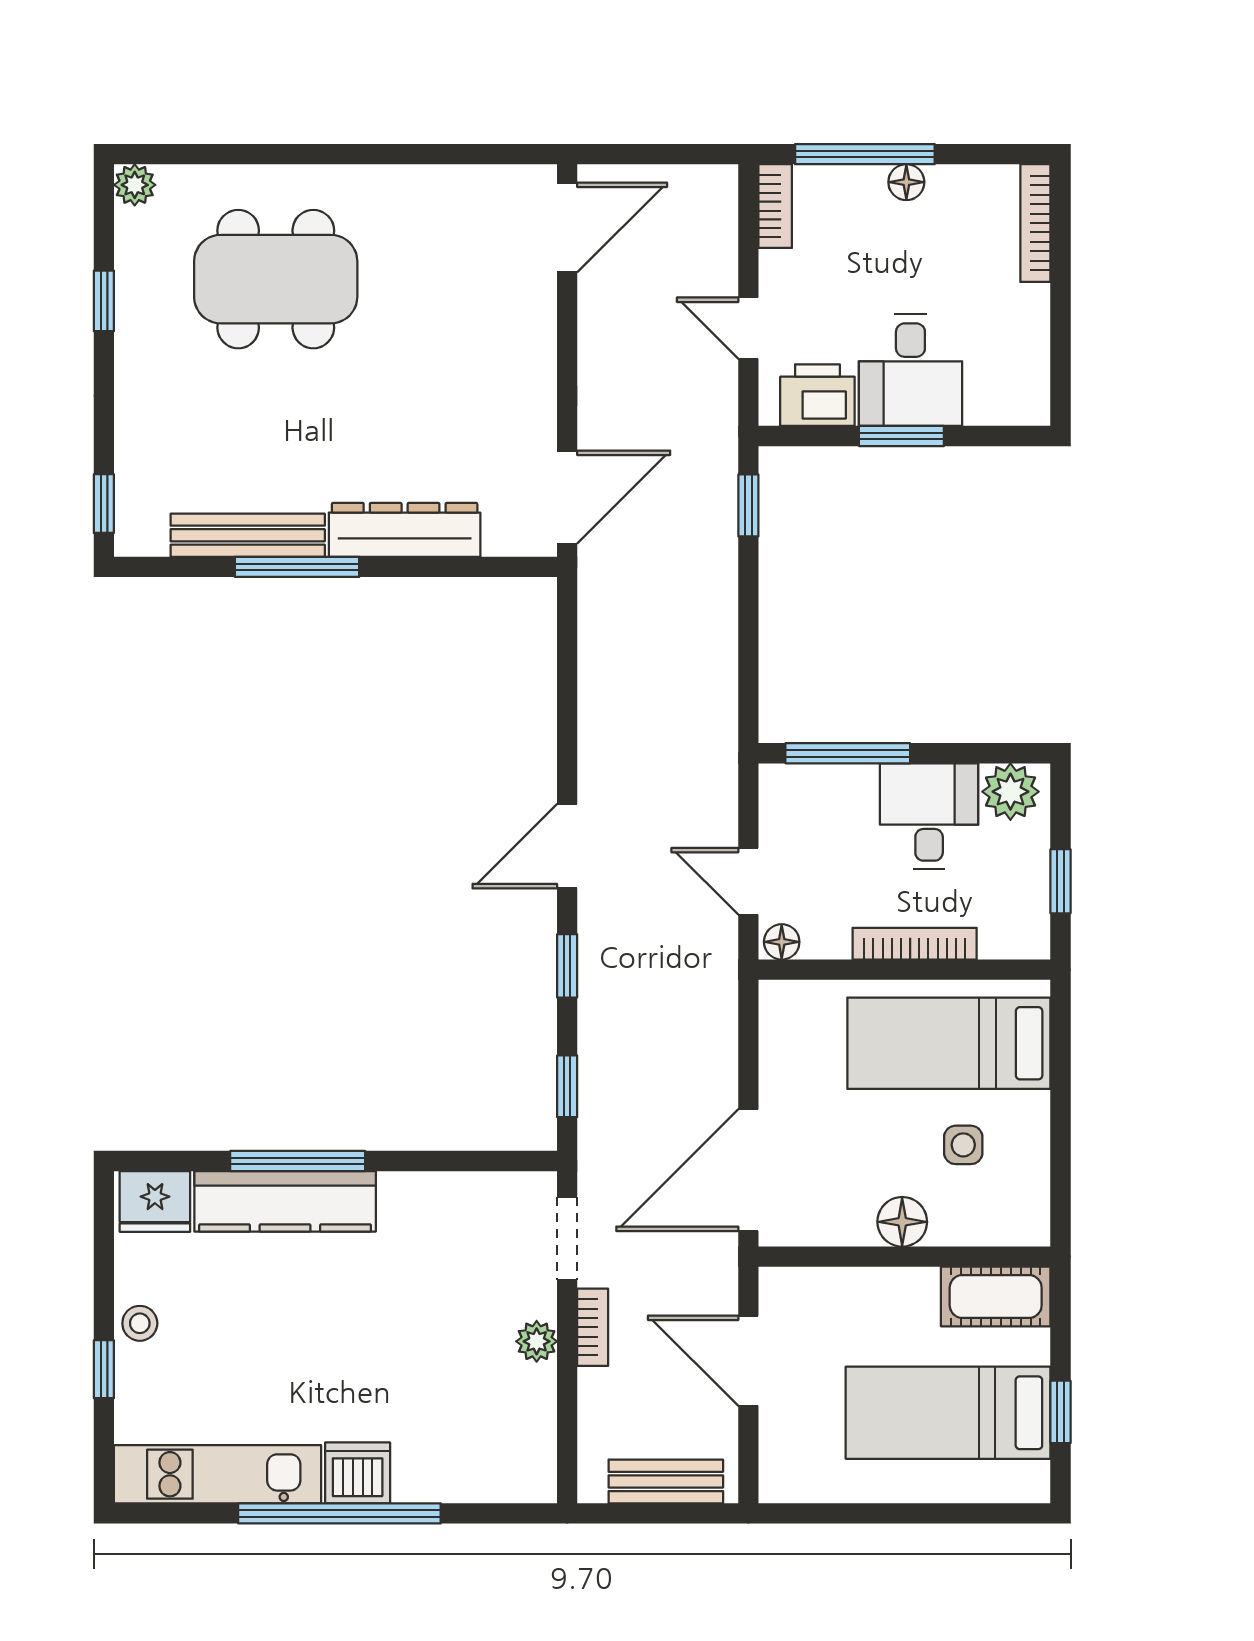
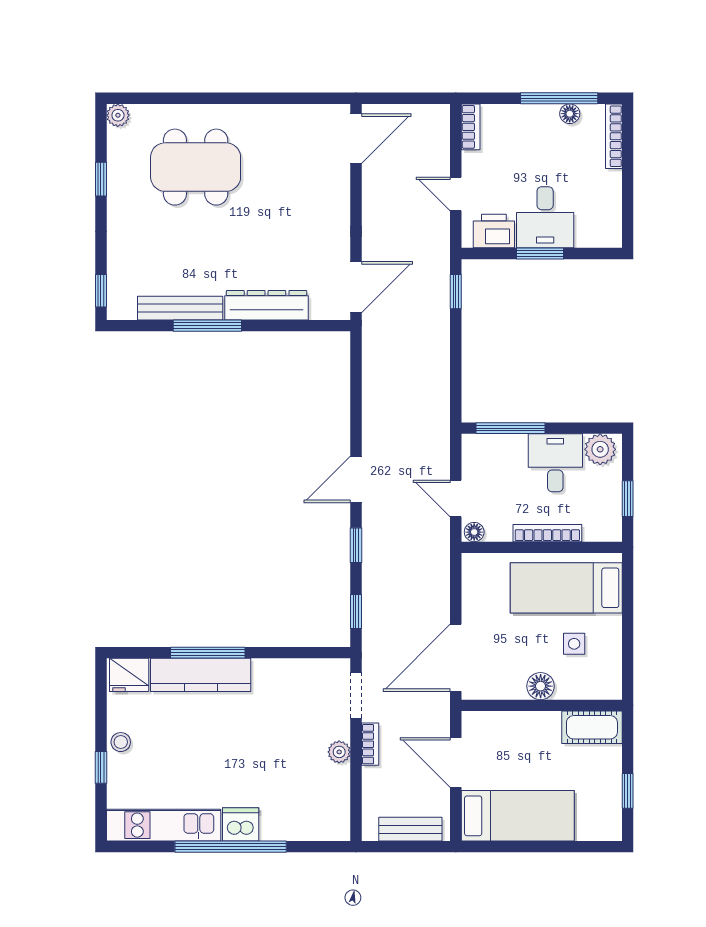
window: (865, 154) -> (559, 98), moved
floor lamp: (906, 182) -> (570, 114), moved
bed: (948, 1413) -> (518, 816), moved, turned 180

